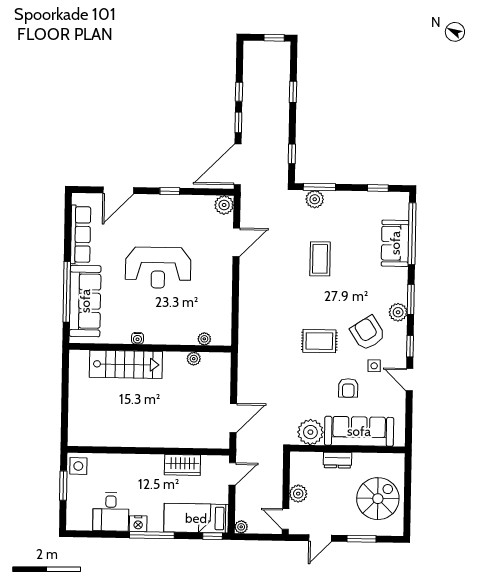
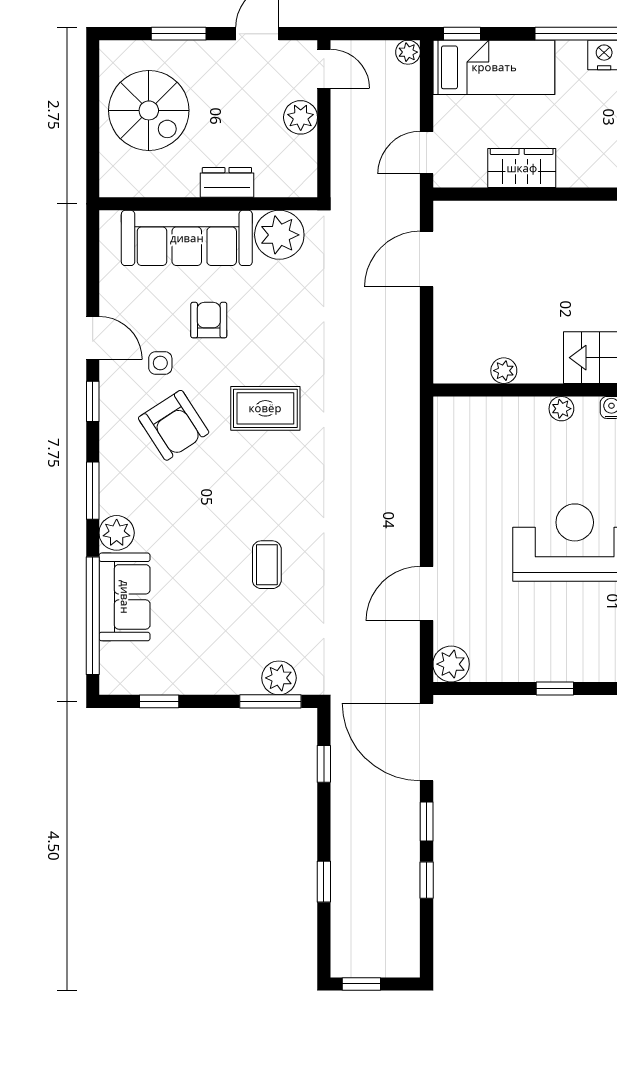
door: (238, 164) -> (427, 742), swing flipped
coffee table: (320, 259) -> (267, 565), width x0.73, depth x0.77
plant: (398, 312) -> (117, 533), moved
plant: (204, 339) -> (561, 409), moved
spiral stairs: (378, 499) -> (149, 110), turned -90

